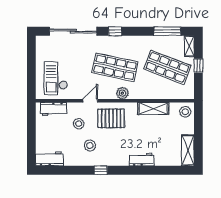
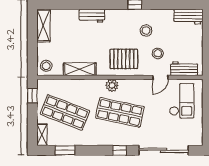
window: (167, 31) -> (65, 150), width x0.69
window: (198, 66) -> (32, 96), moved
door: (90, 101) -> (160, 77), moved

